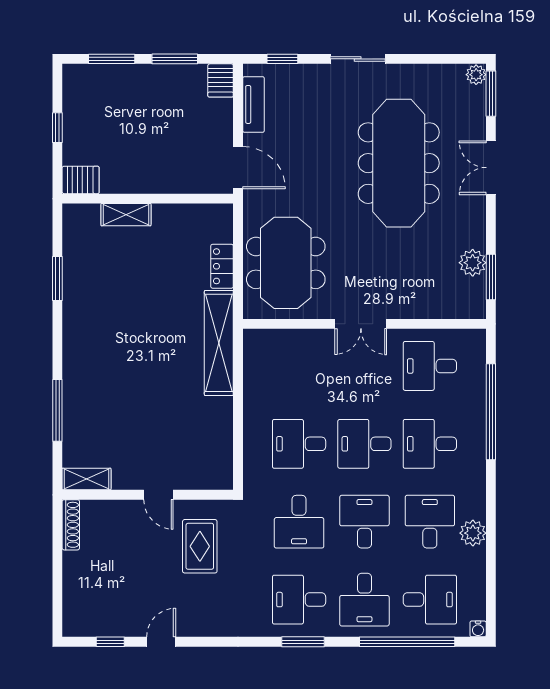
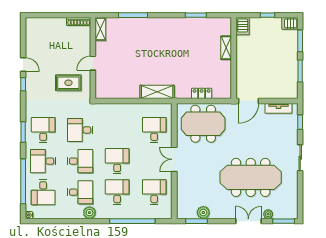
plant: (476, 75) -> (268, 214), moved
server rack: (221, 80) -> (290, 23), moved
shelving: (219, 343) -> (157, 92), width x0.68
desk: (299, 444) -> (154, 130), moved
plant: (473, 533) -> (90, 213), moved
window: (110, 642) -> (23, 84), moved

